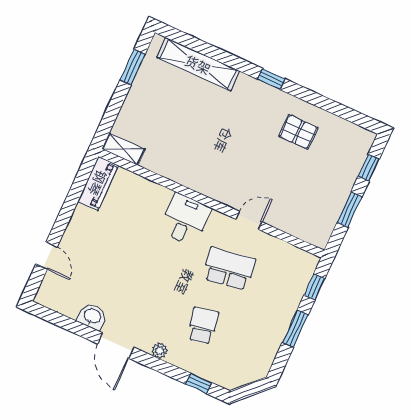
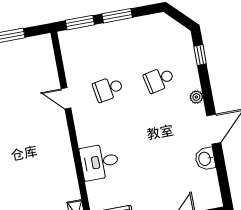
desk: (185, 220) -> (99, 162), moved
school desk: (229, 269) -> (108, 89), width x0.54
window: (314, 287) -> (80, 23), width x1.50

